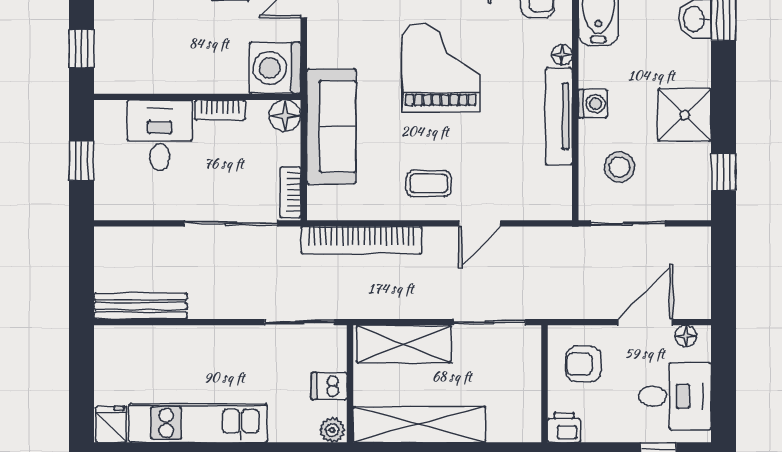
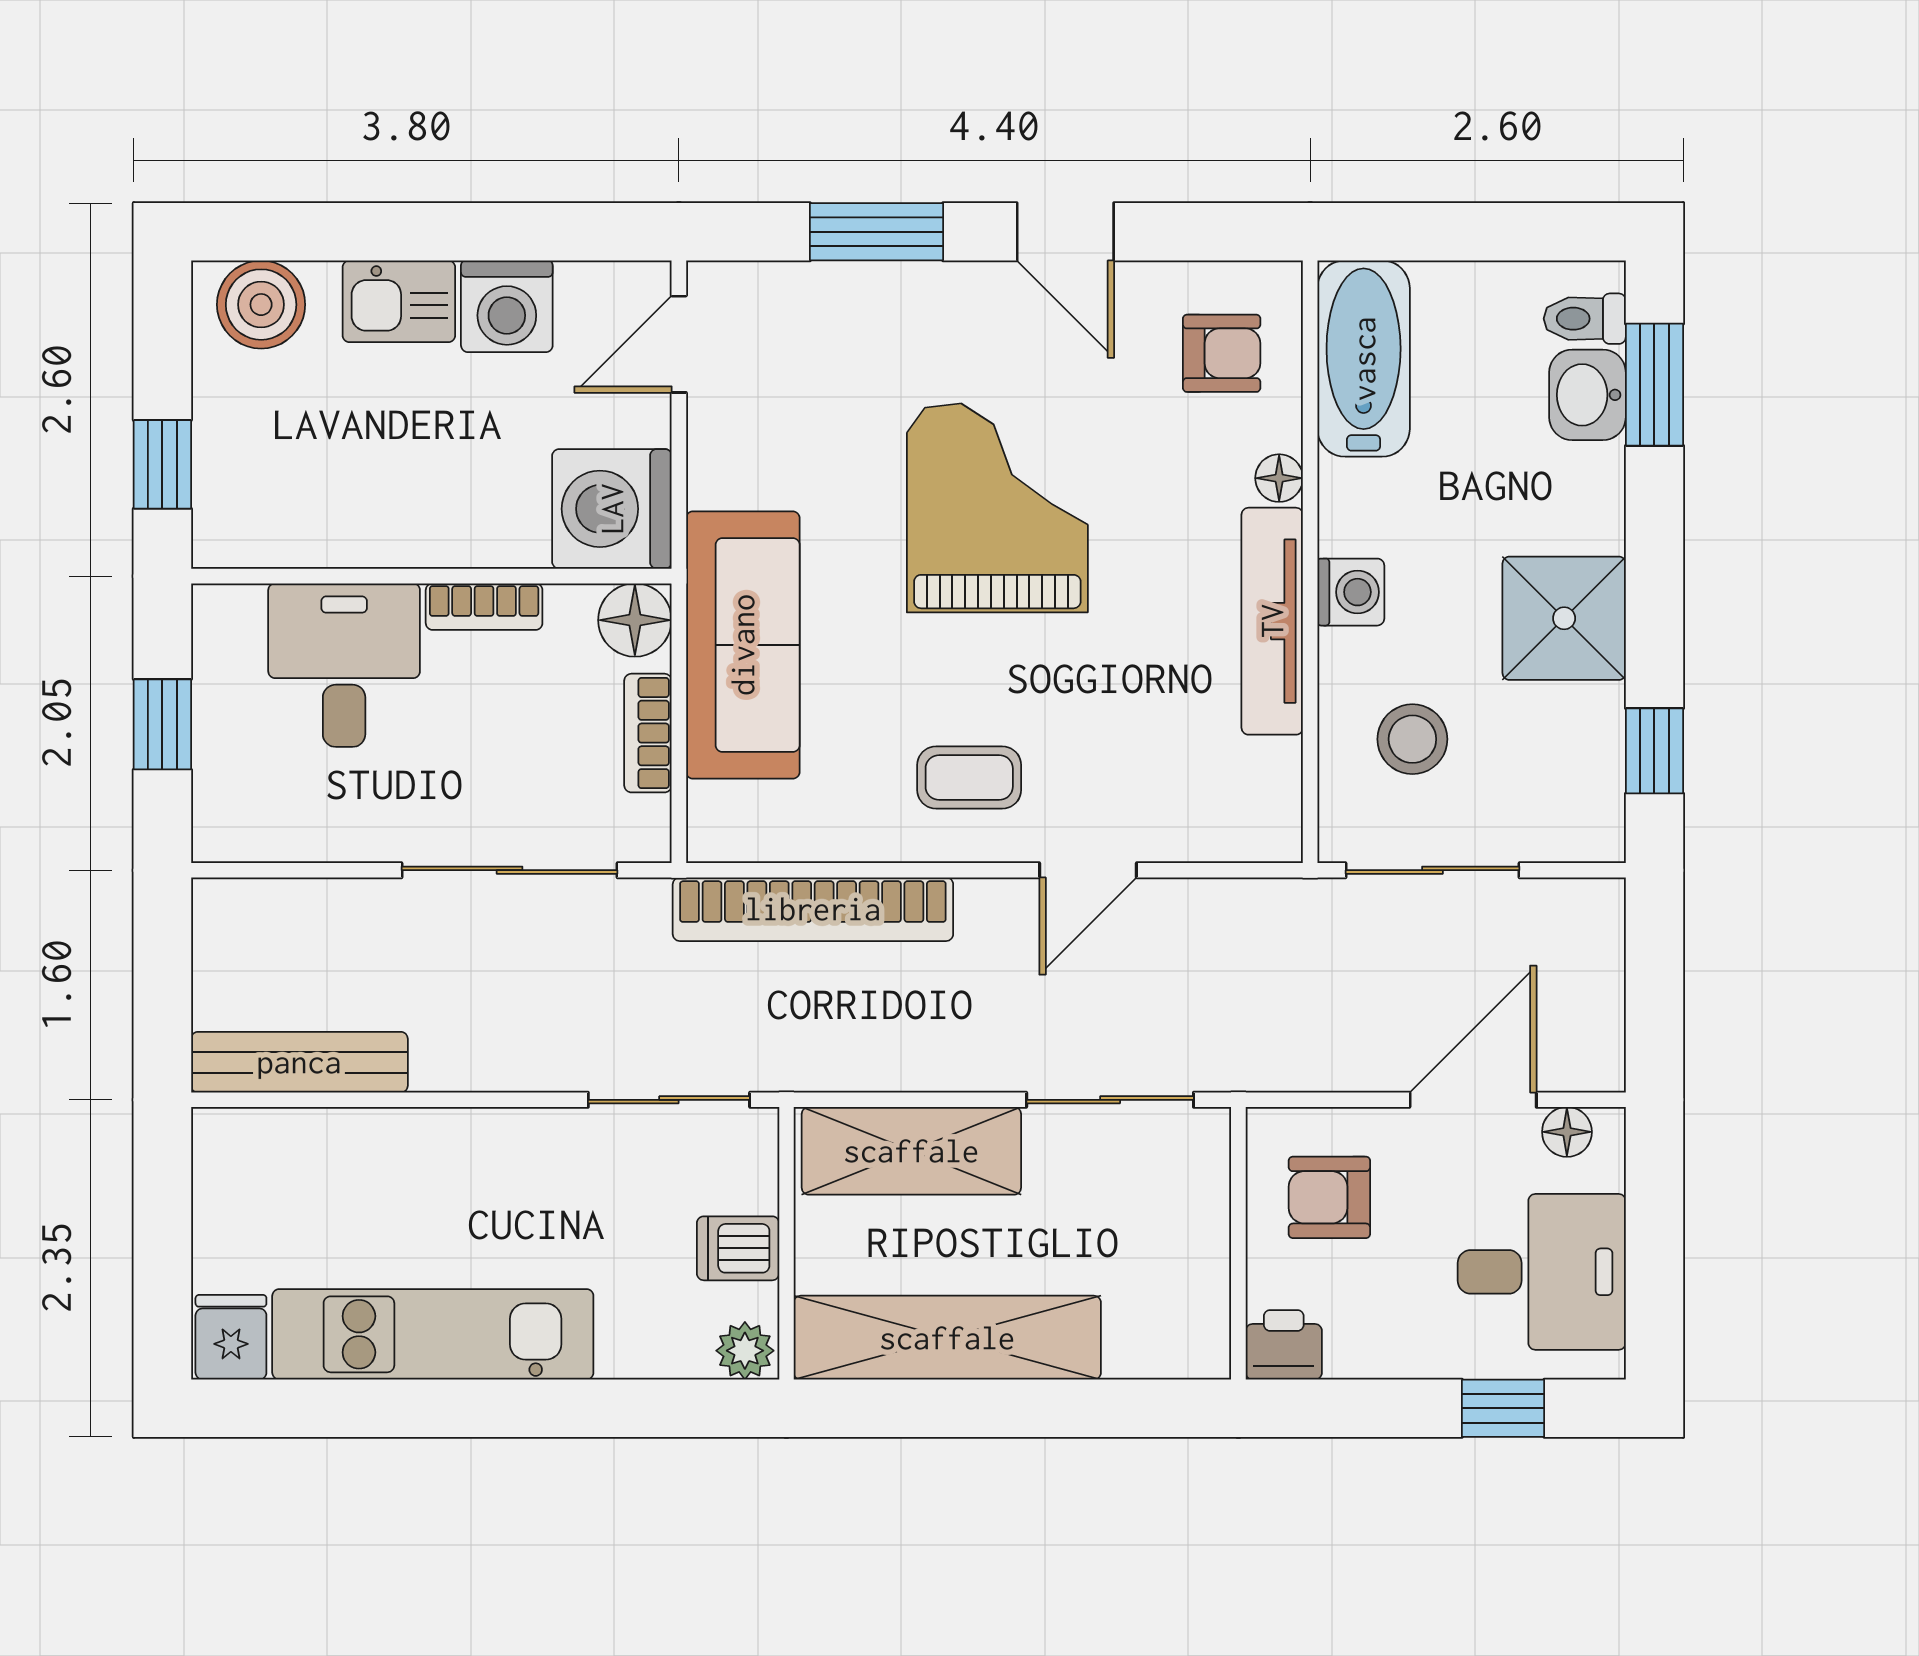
bookcase: (290, 192) -> (648, 733), moved

